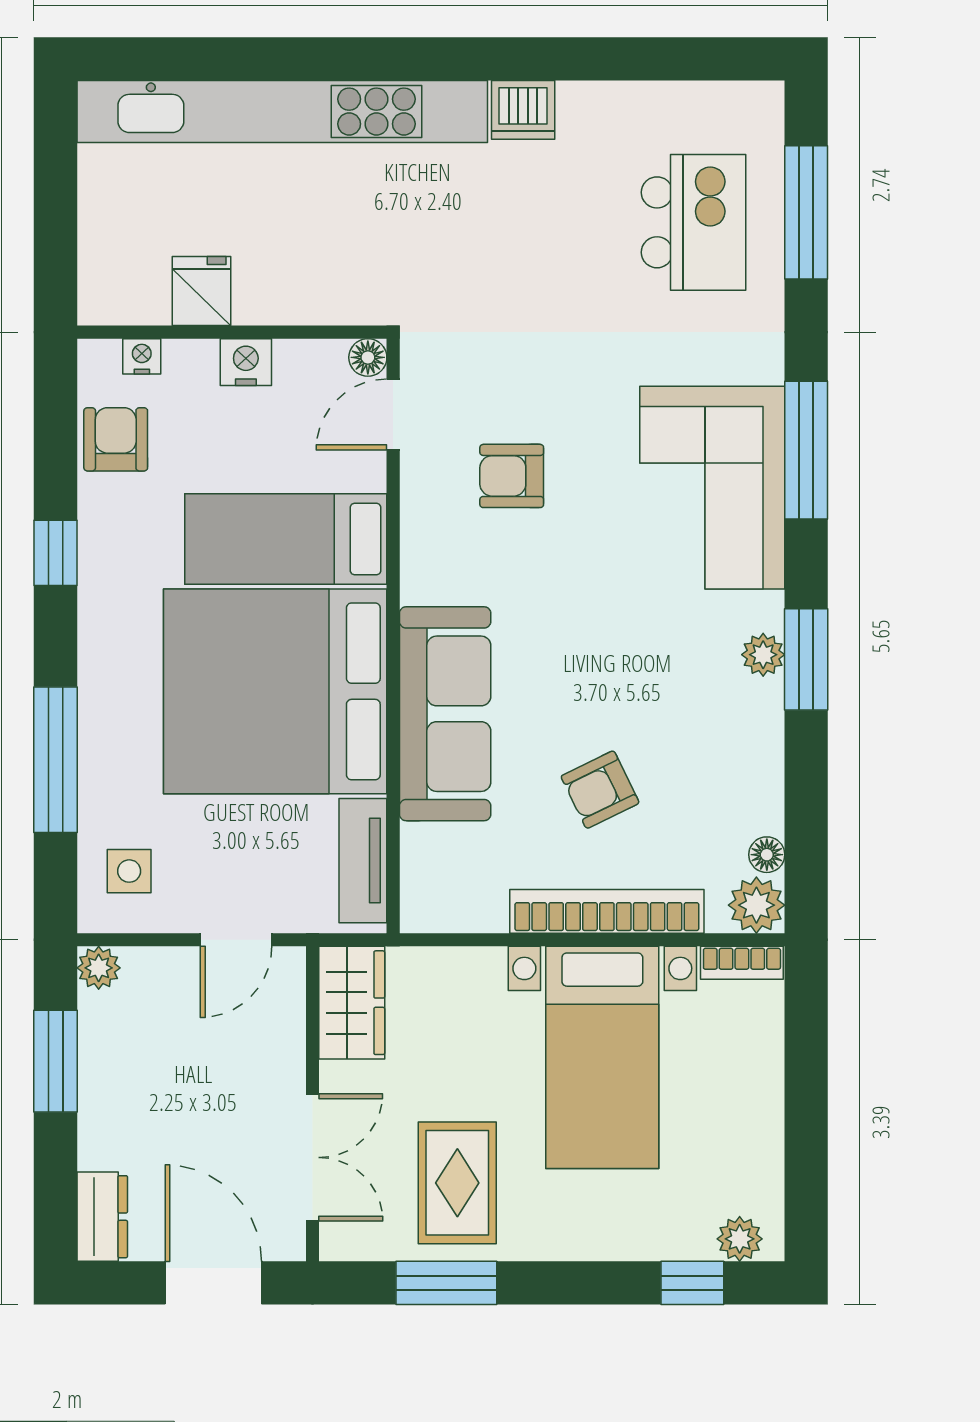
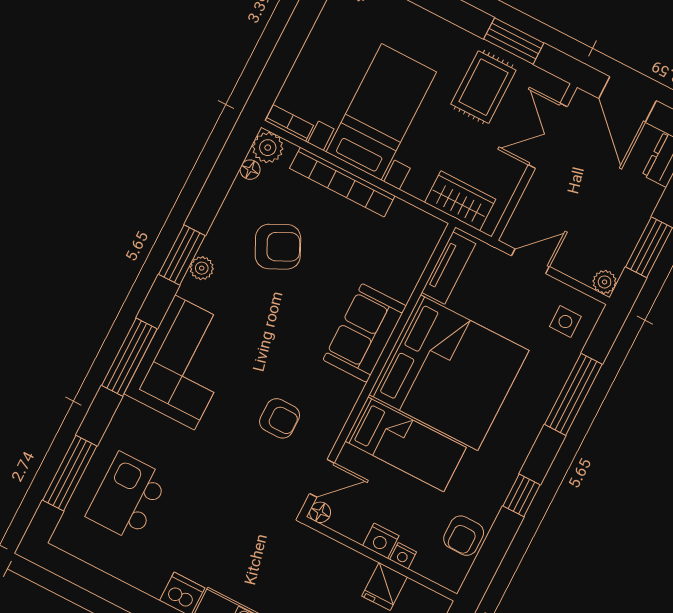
nightstand: (142, 356) -> (403, 556), moved
sofa: (445, 714) -> (365, 333), width x0.73
armchair: (600, 790) -> (278, 247), moved, width x1.38, depth x1.38
wardrobe: (352, 1003) -> (460, 201), moved, turned 90

